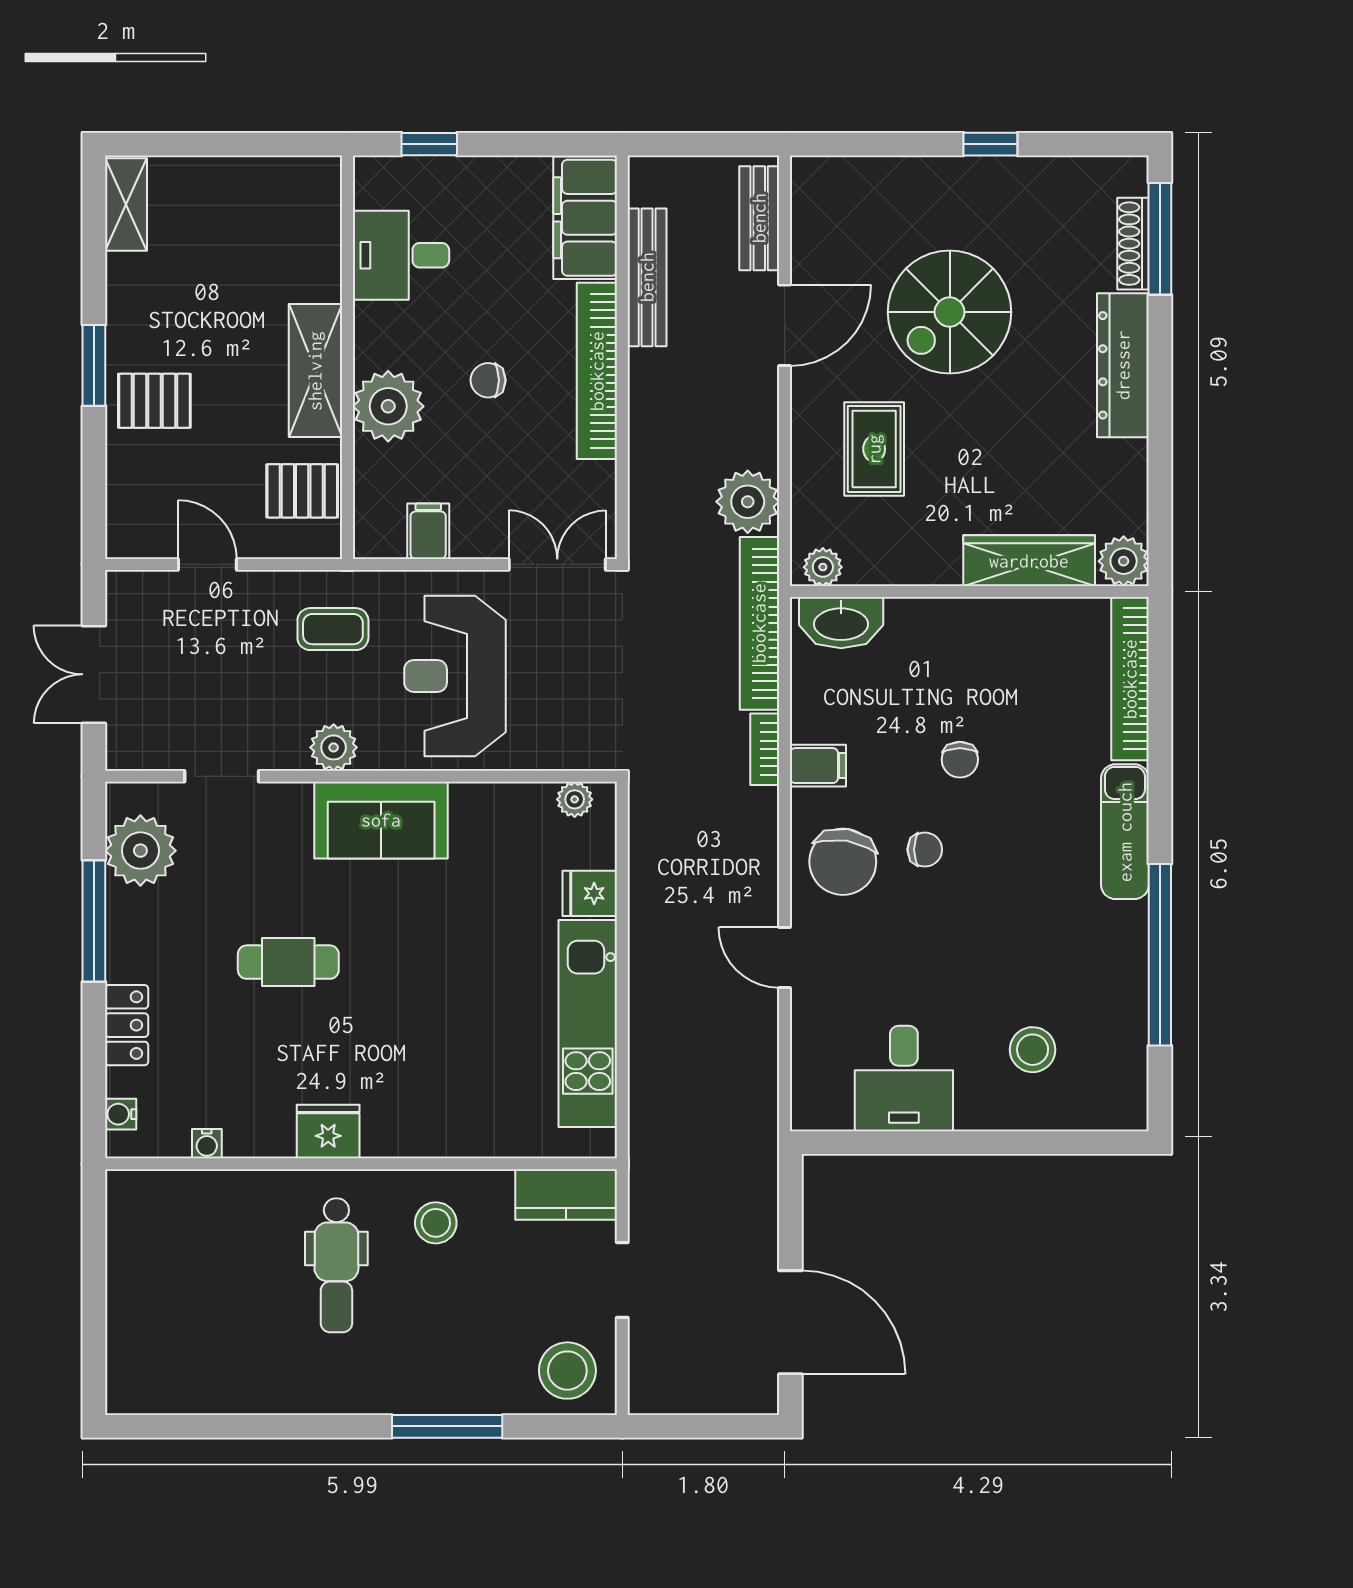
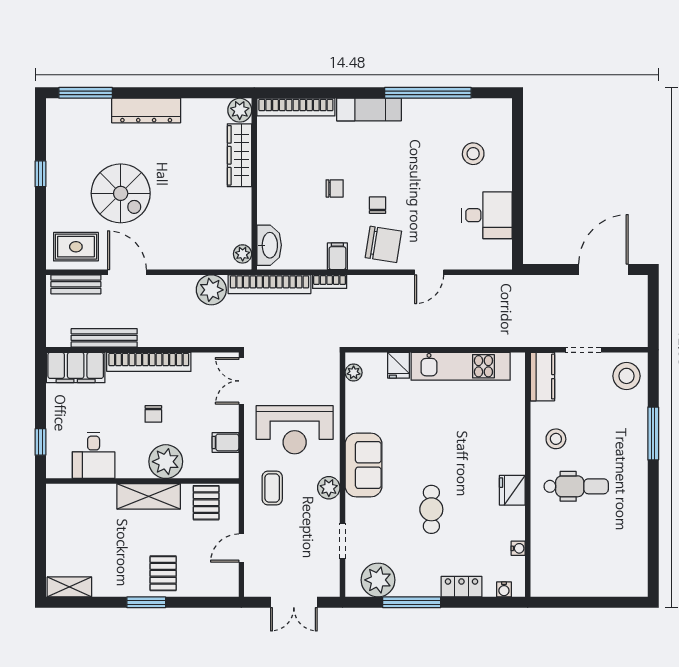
shoe rack: (1133, 244) -> (88, 106), removed
rug: (874, 449) -> (76, 247), moved

